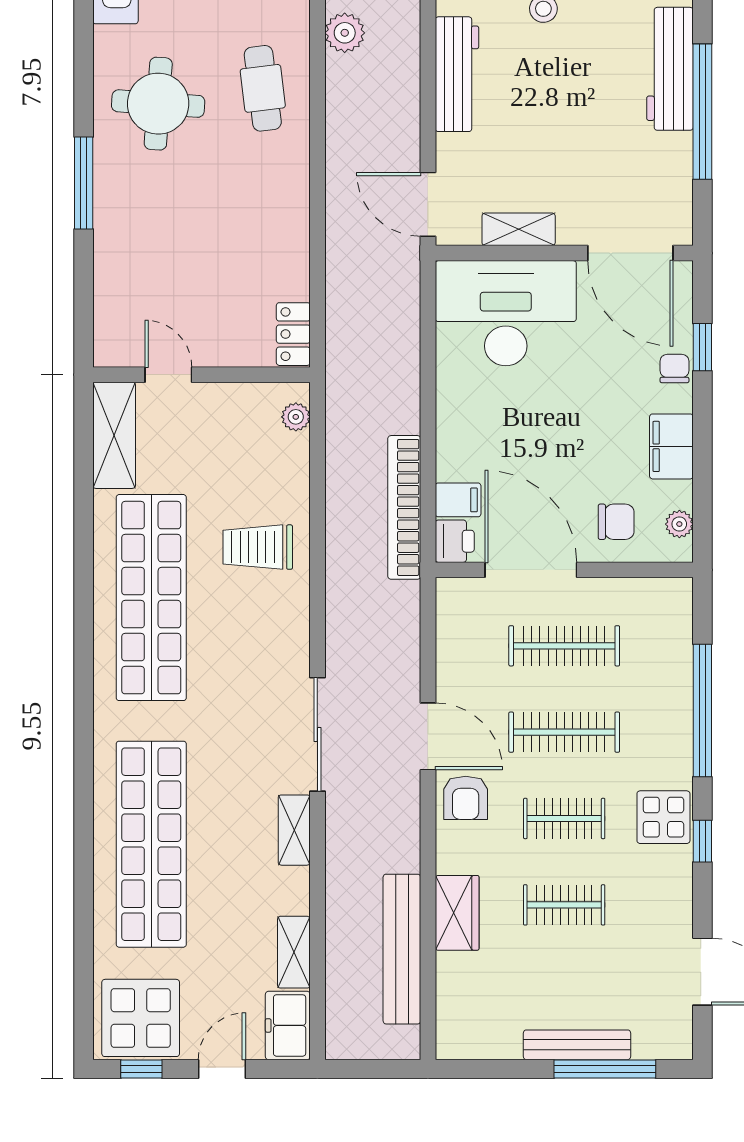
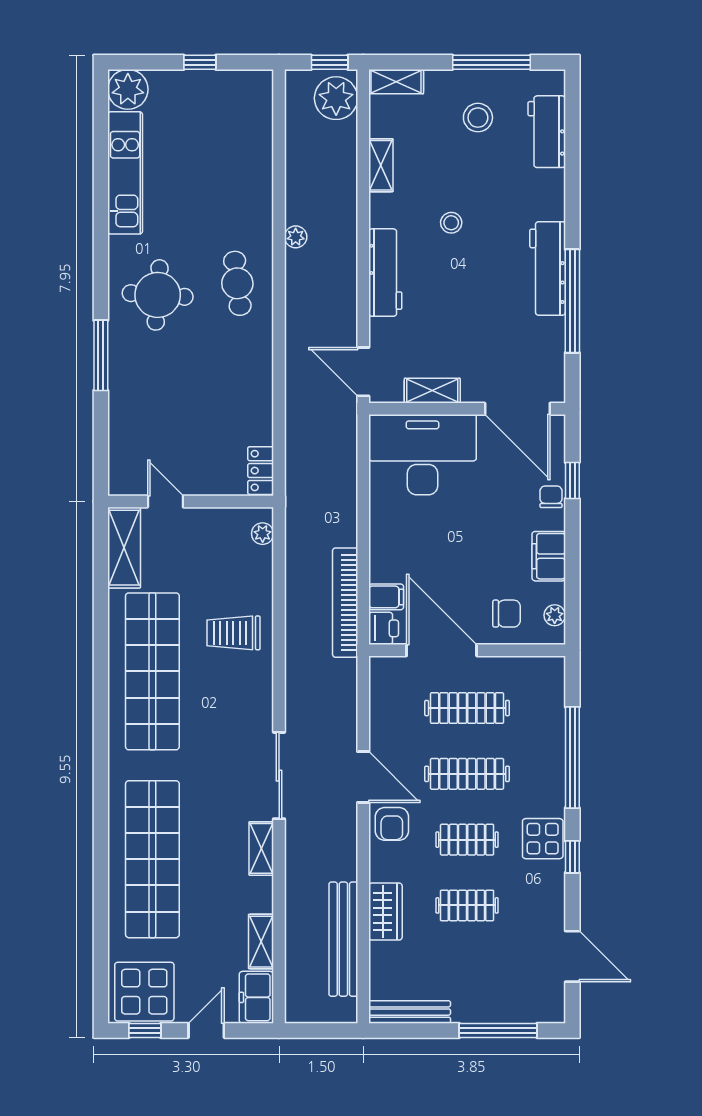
plant: (345, 33) -> (296, 237), width x0.73, depth x0.73
bench: (577, 1045) -> (410, 1012), moved

